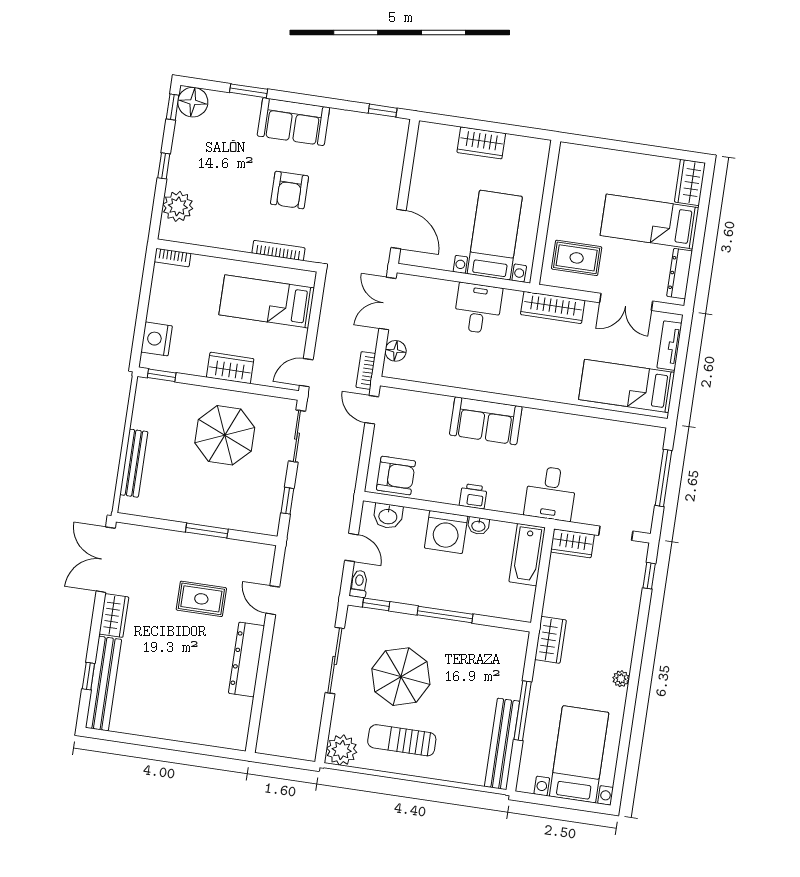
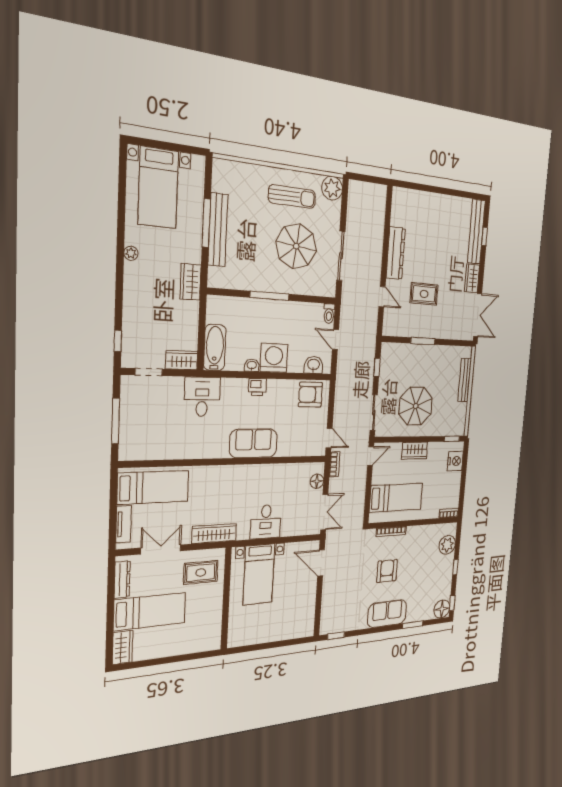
wardrobe: (481, 143) -> (273, 633), removed
window: (376, 604) -> (317, 299), removed
bench: (502, 744) -> (218, 230), moved

